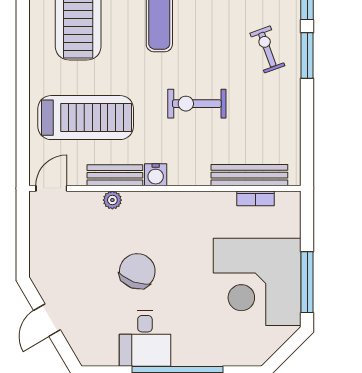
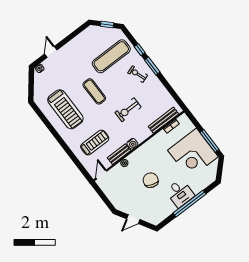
treadmill: (86, 118) -> (95, 142), width x0.73, depth x0.73
door: (47, 320) -> (133, 219), hinge flipped
desk: (145, 339) -> (180, 193), moved

